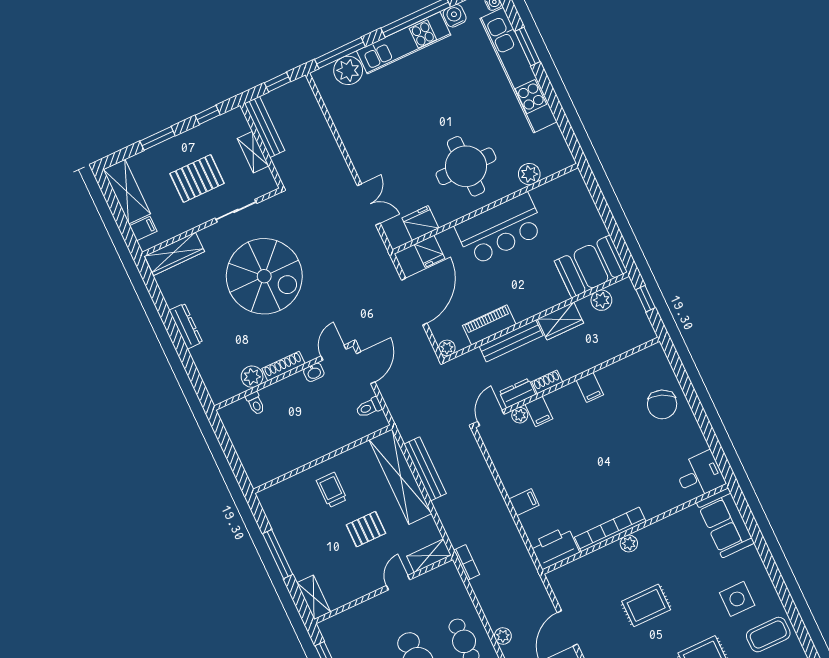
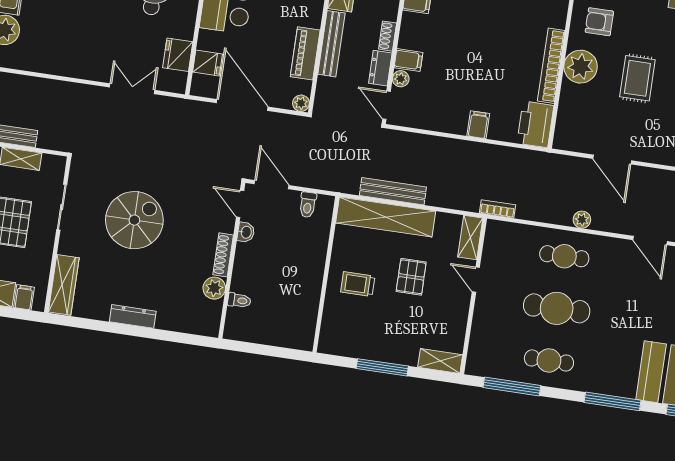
spiral stairs: (264, 276) -> (134, 220), width x0.73, depth x0.73
plant: (629, 543) -> (581, 67), width x1.87, depth x1.87
armchair: (671, 545) -> (599, 22), added

